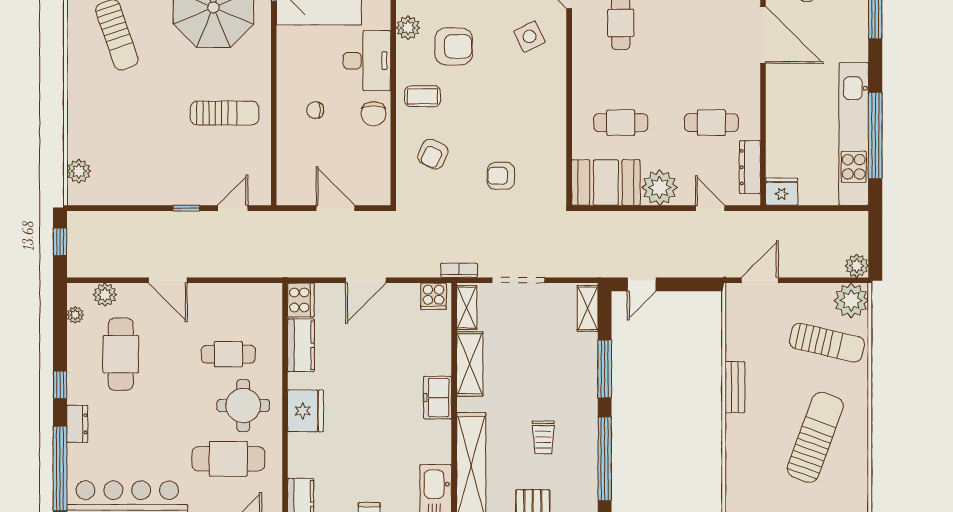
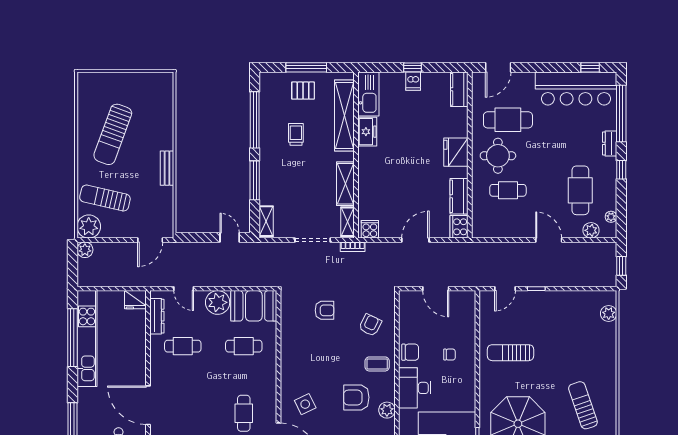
chair: (374, 114) -> (410, 352), turned 90
door: (642, 284) -> (230, 237), hinge flipped
freezer: (437, 398) -> (367, 132), moved

